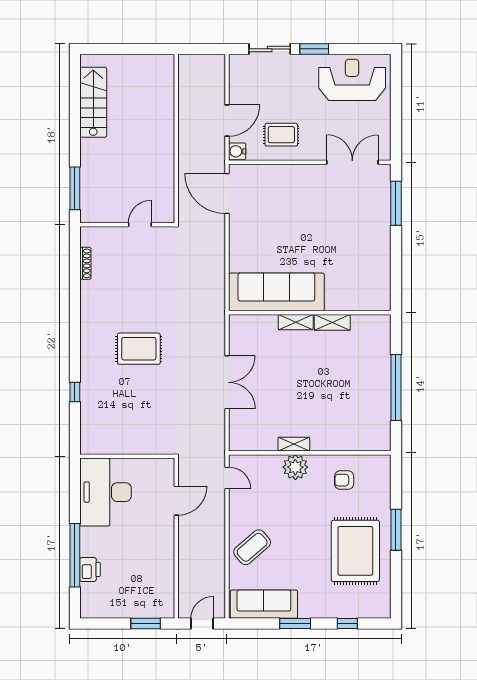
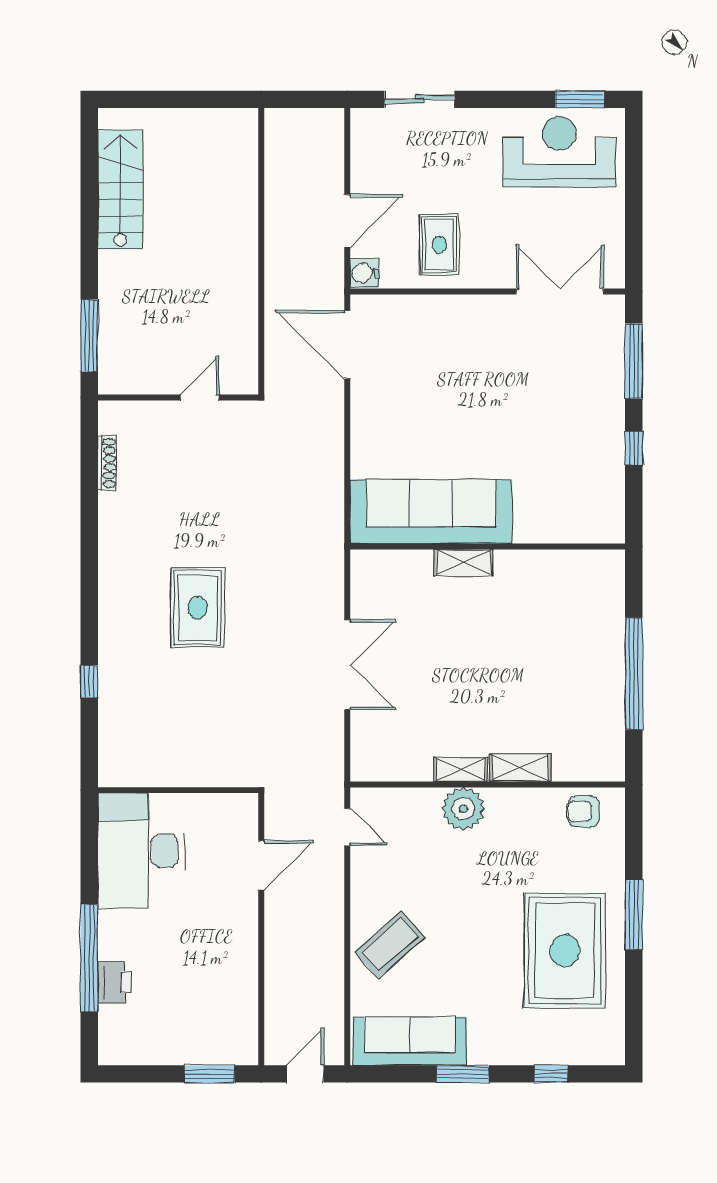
window: (314, 49) -> (580, 99), moved
rug: (281, 135) -> (439, 245), turned 90
window: (396, 254) -> (634, 448), added
shelving: (332, 322) -> (520, 768), moved
rug: (139, 349) -> (198, 608), turned 90
armchair: (344, 480) -> (583, 811), moved

